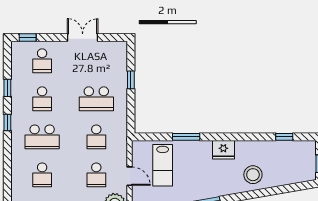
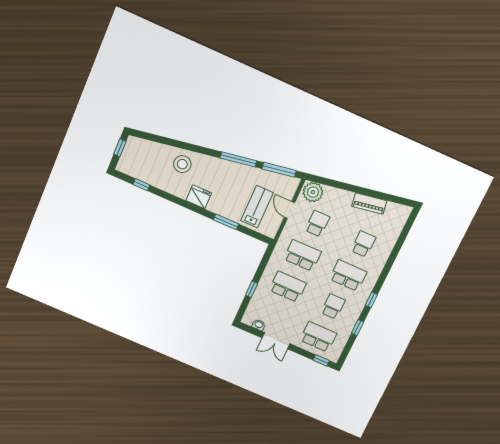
washbasin: (107, 46) -> (259, 325), added
school desk: (42, 61) -> (318, 337), width x1.85
school desk: (96, 137) -> (302, 255), width x1.85

